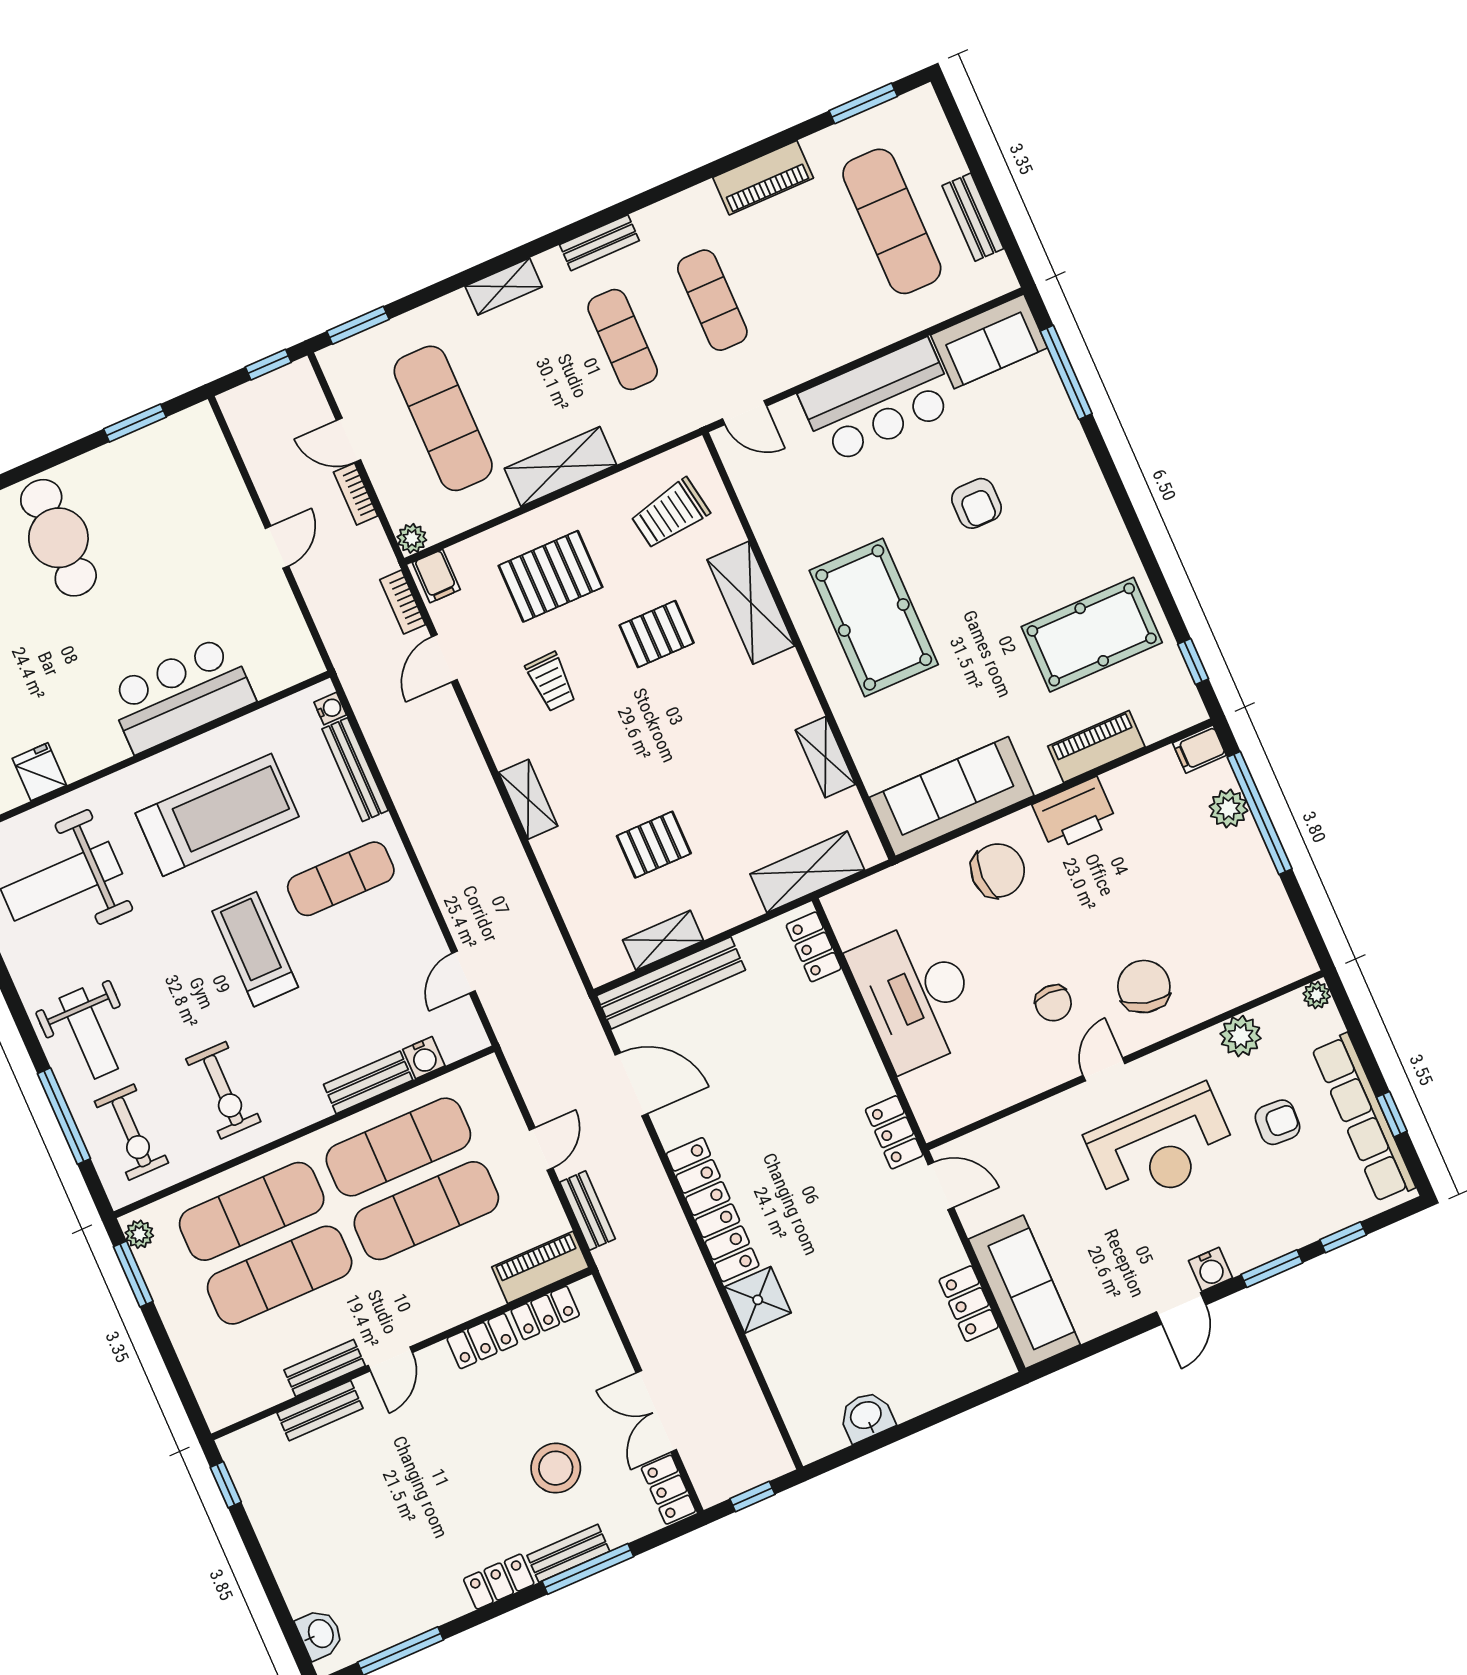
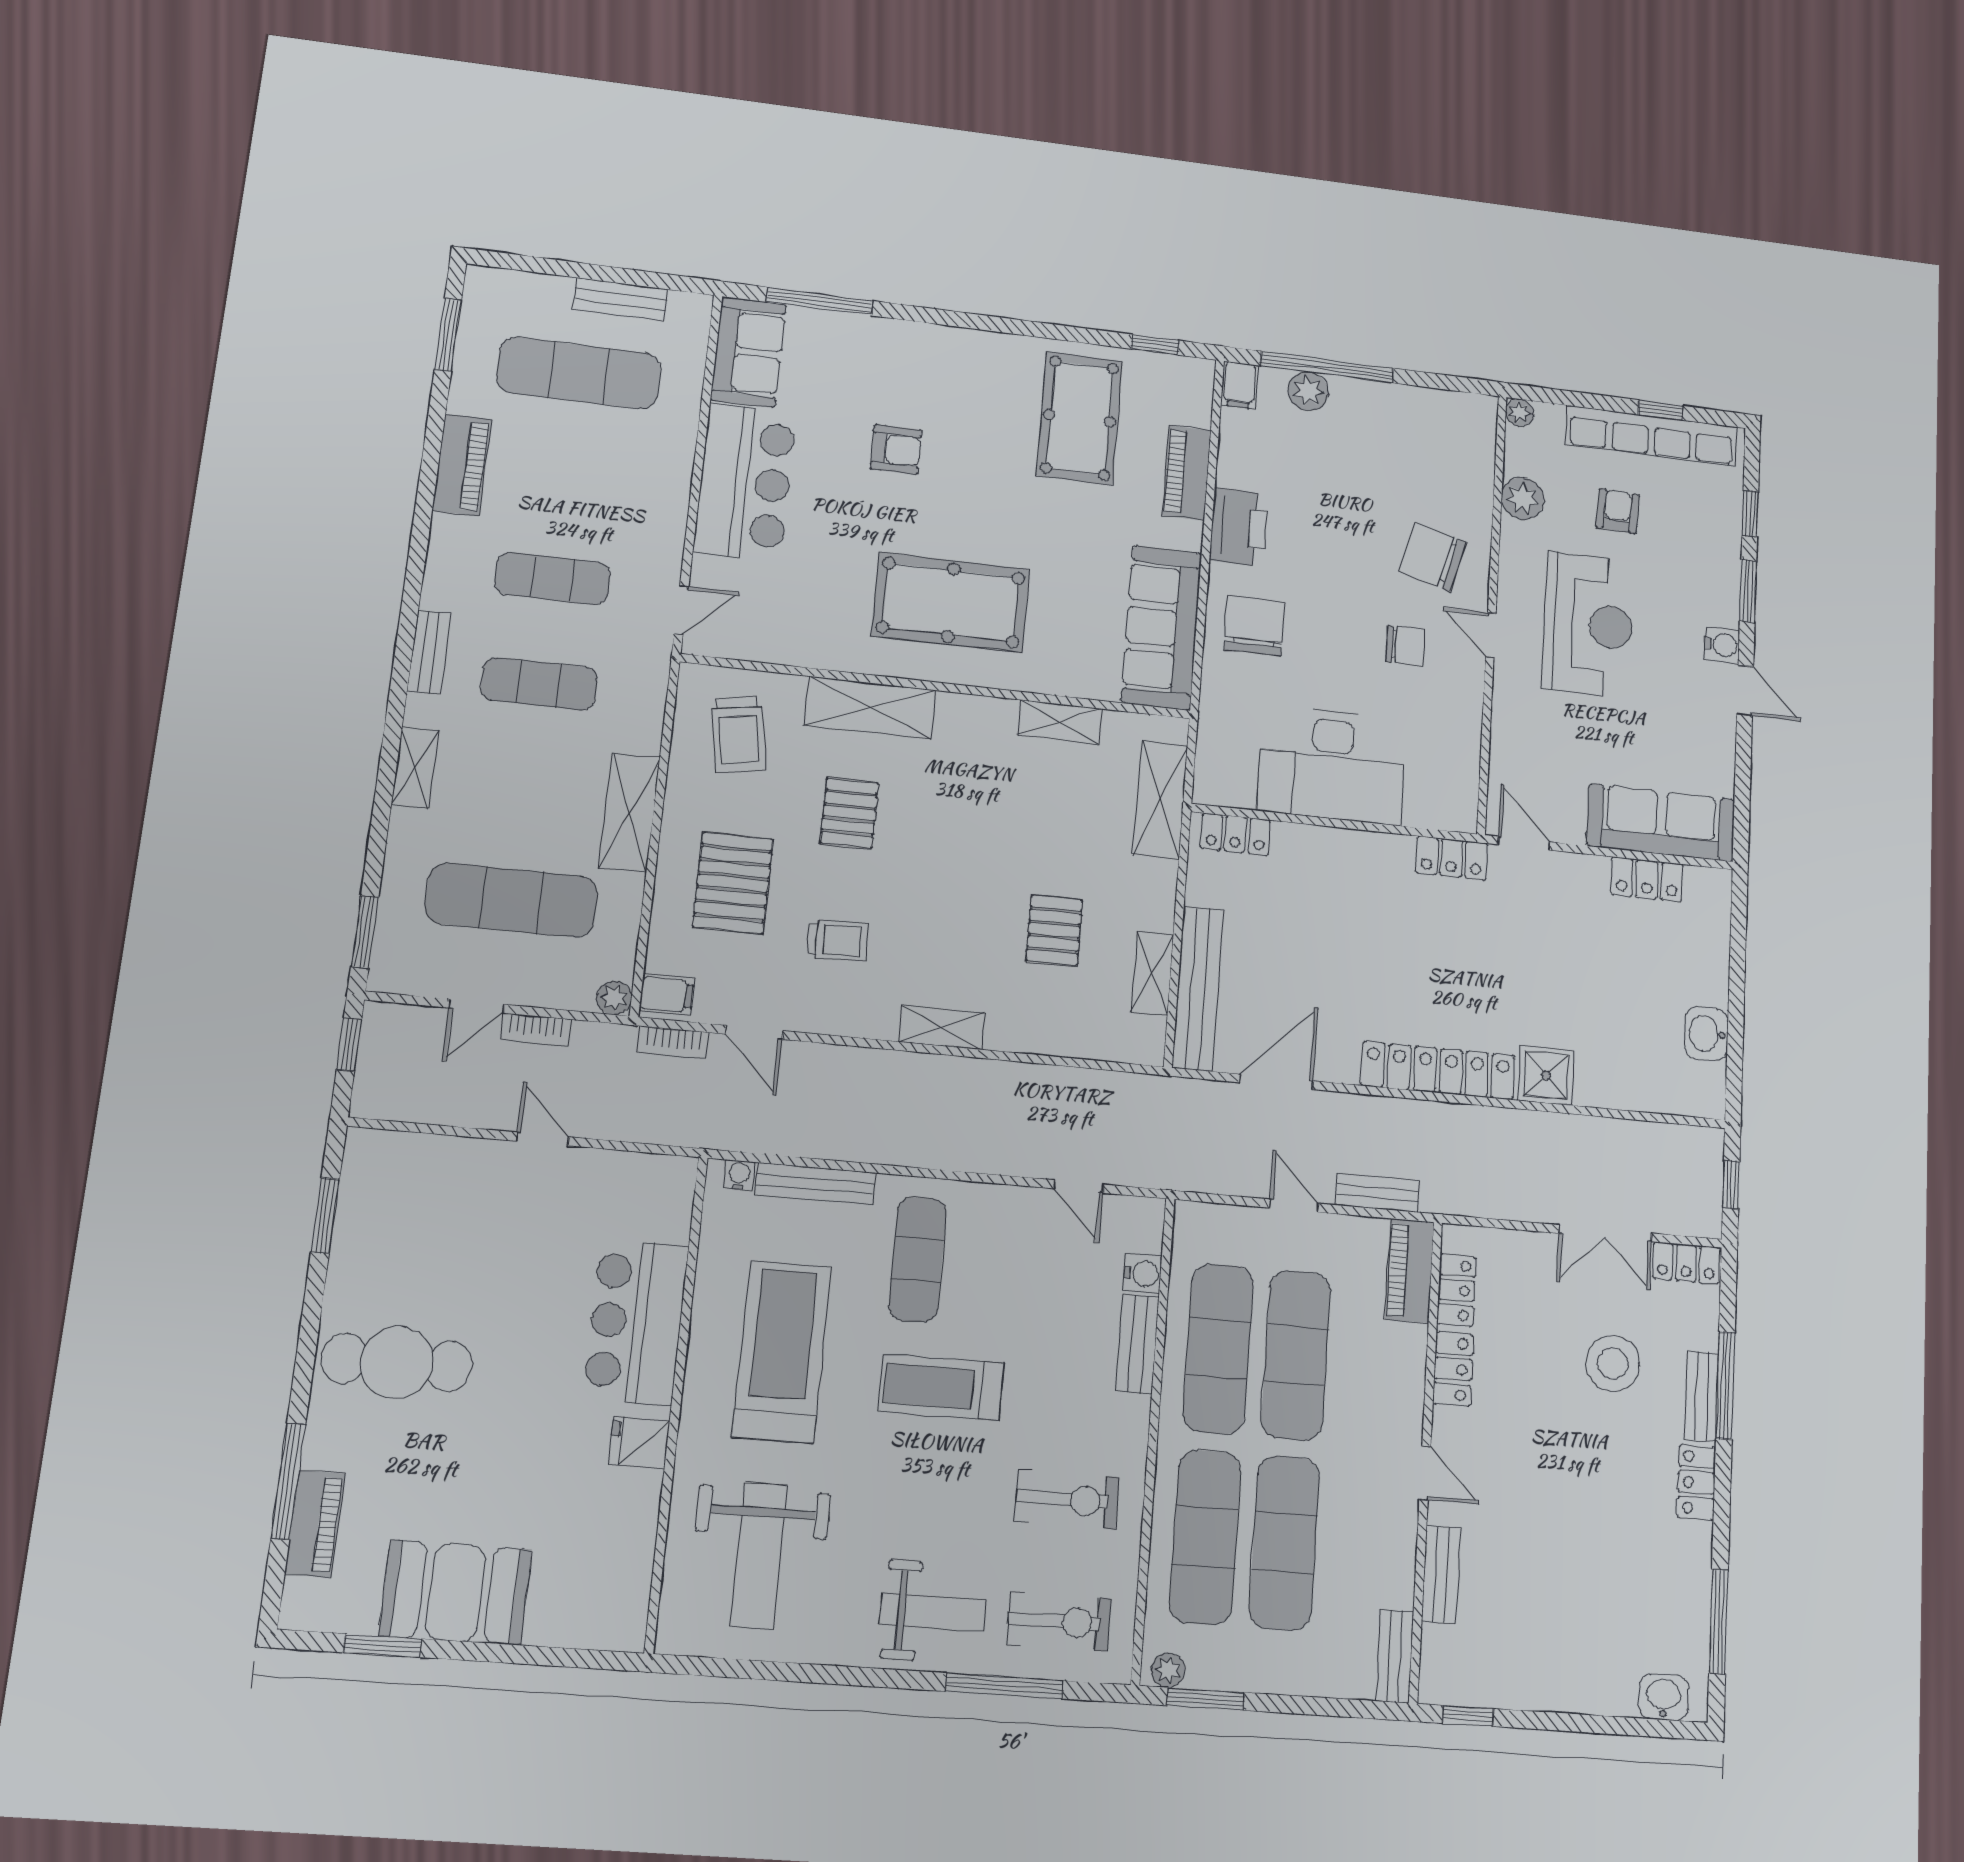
fridge: (39, 772) -> (639, 1443), moved
door: (941, 1186) -> (1524, 843), hinge flipped
bench: (325, 1368) -> (1395, 1656), moved

